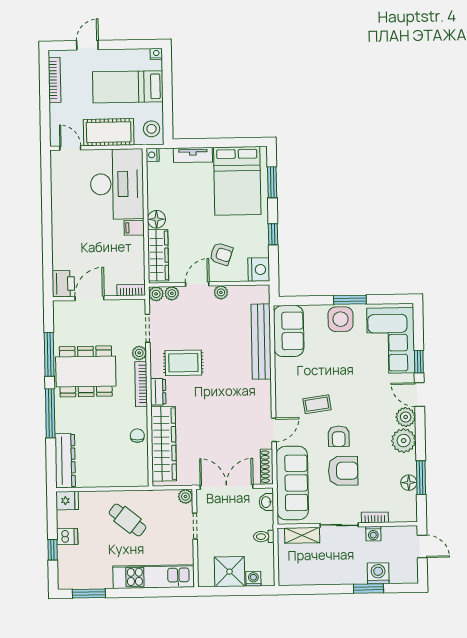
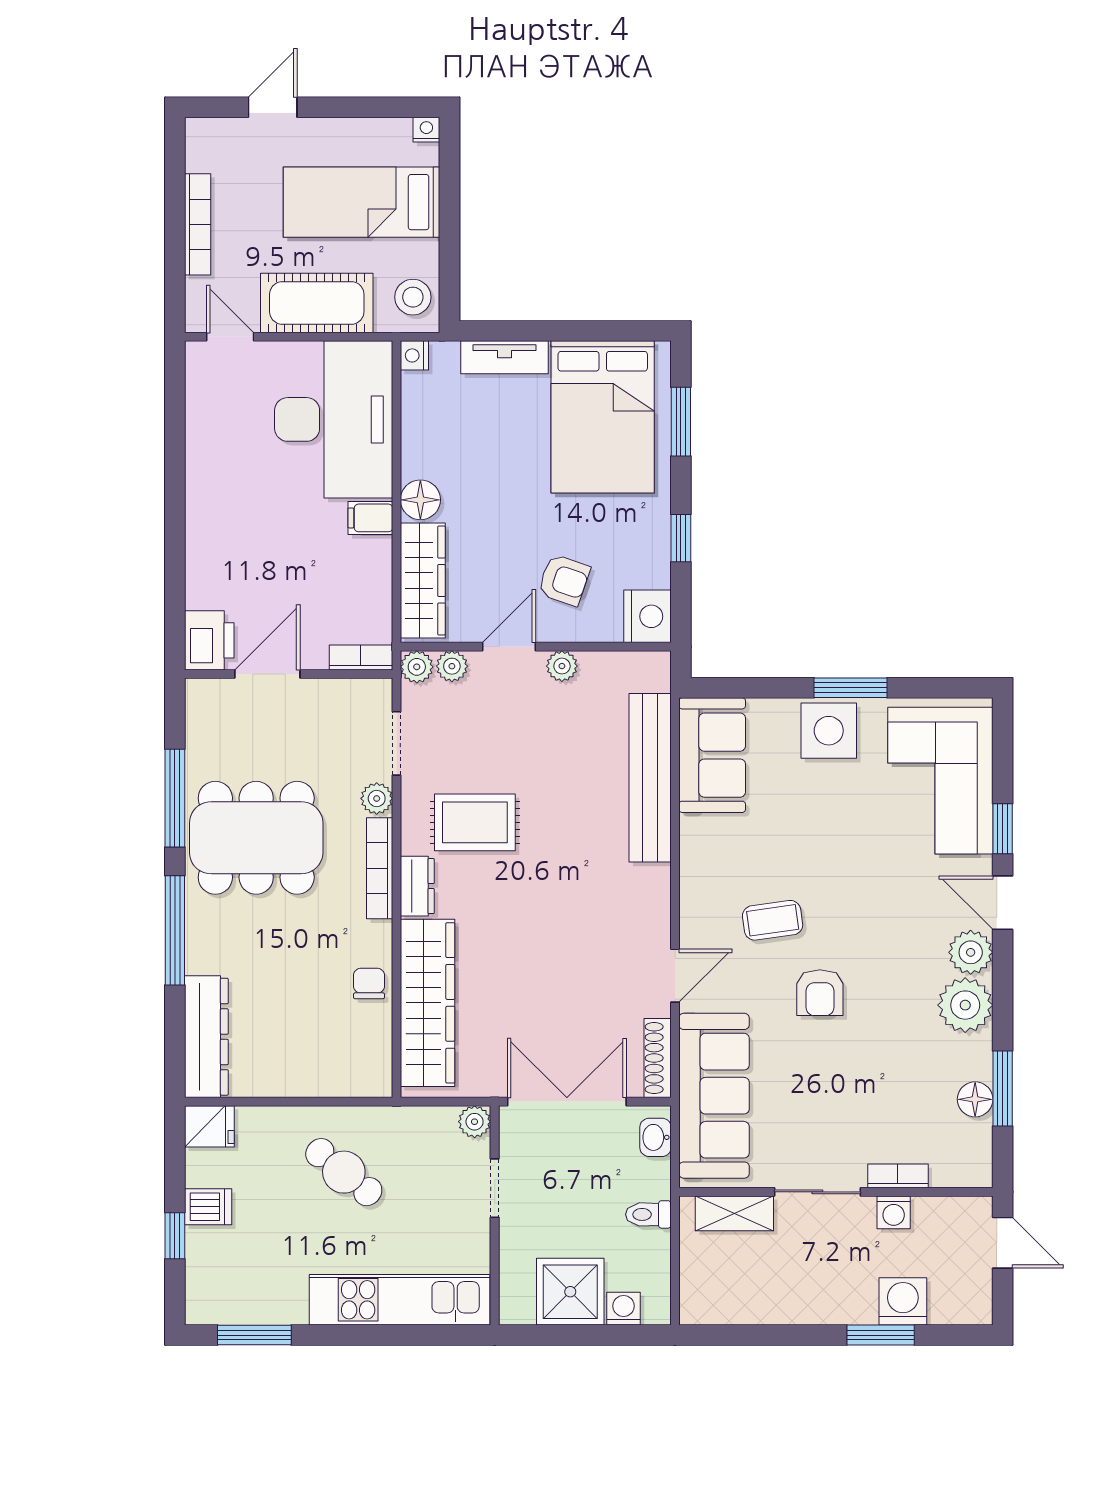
bookcase: (55, 80) -> (198, 224), moved
armchair: (343, 471) -> (828, 1070), removed

